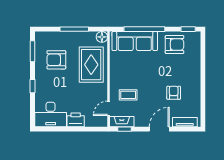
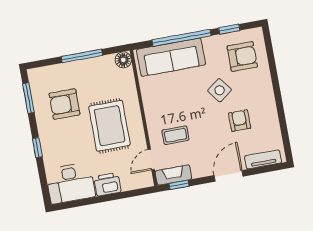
window: (188, 29) -> (229, 29), moved
armchair: (175, 45) -> (242, 56), moved
rug: (91, 65) -> (110, 126), moved
side table: (164, 70) -> (220, 90), added

